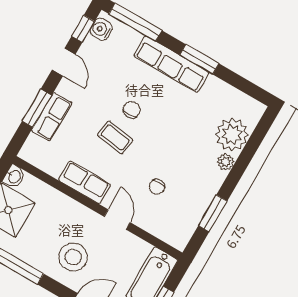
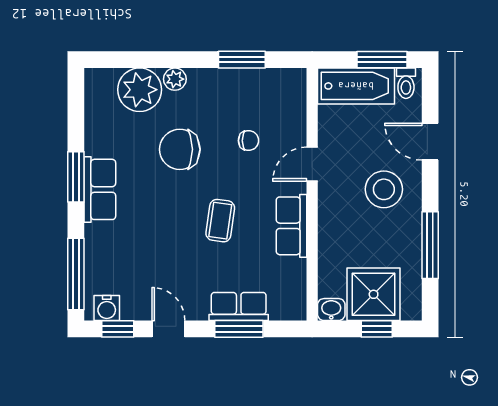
door: (64, 62) -> (168, 329), hinge flipped
row of seats: (171, 64) -> (100, 189), width x0.68
chair: (132, 110) -> (180, 149), moved, width x1.87, depth x1.87

